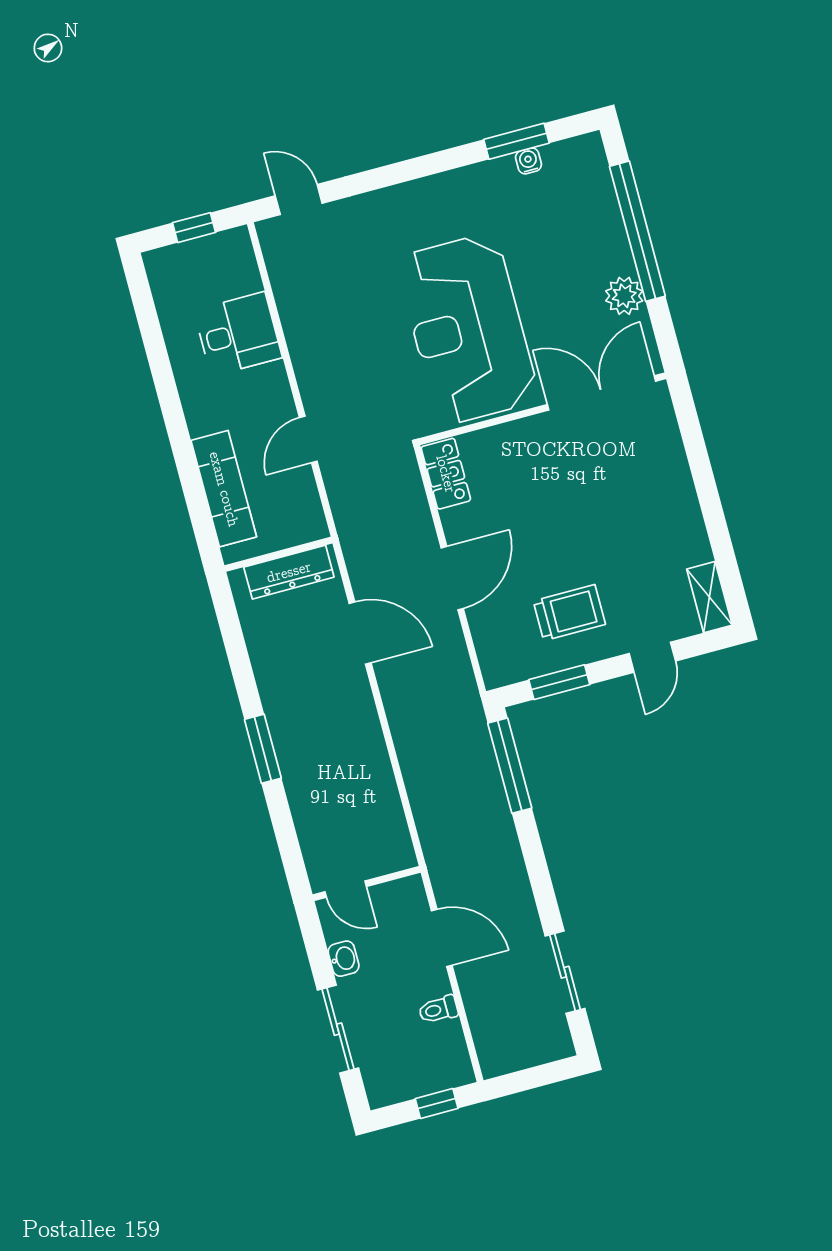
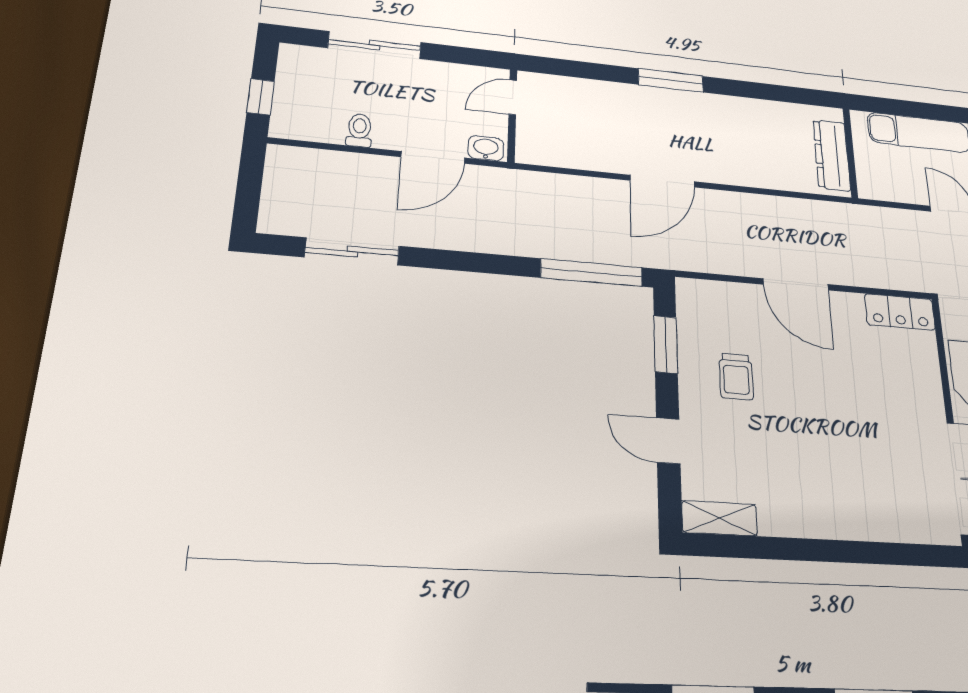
trolley: (569, 613) -> (736, 377), width x0.73, depth x0.72
door: (360, 633) -> (662, 181), moved
washbasin: (344, 959) -> (486, 148), moved, turned 180

